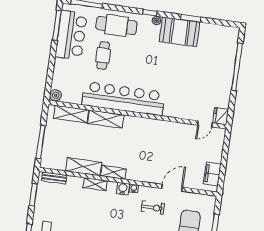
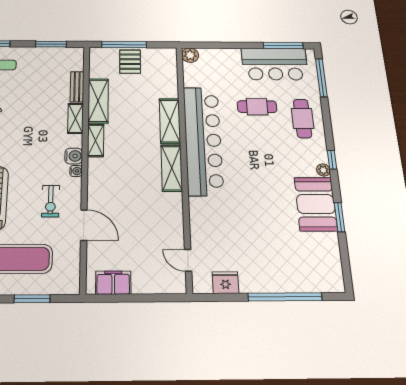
cafe table: (117, 25) -> (303, 118), width x0.73, depth x0.74
shelving: (71, 114) -> (172, 168), moved
fridge: (221, 116) -> (225, 283), moved
pallet: (55, 140) -> (130, 62), added
bench: (54, 178) -> (77, 87), moved

